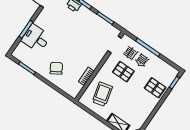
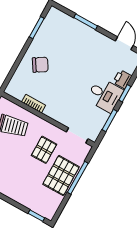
desk: (36, 38) -> (105, 95), moved, turned 90
pallet: (155, 88) -> (61, 176), moved, width x1.50, depth x1.42

